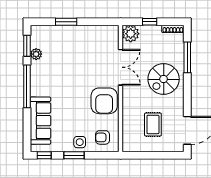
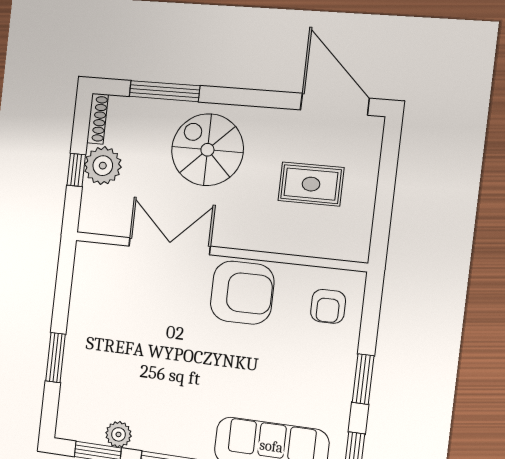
plant: (131, 34) -> (103, 166), moved
spiral stairs: (164, 79) -> (207, 150), turned 180
side table: (80, 142) -> (333, 362), removed

